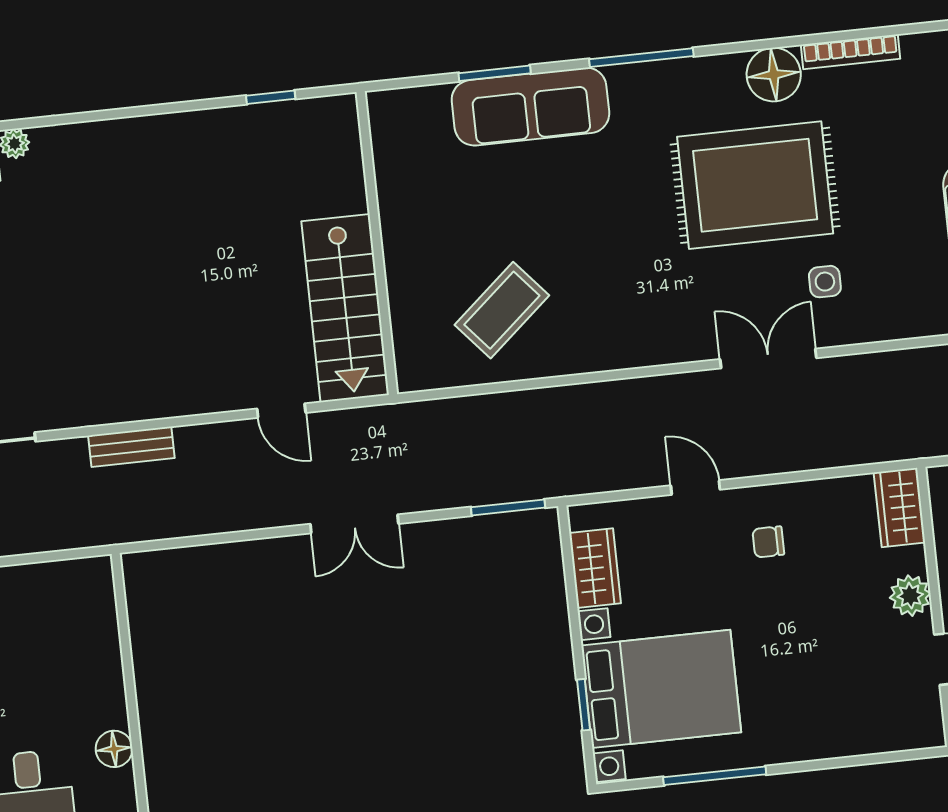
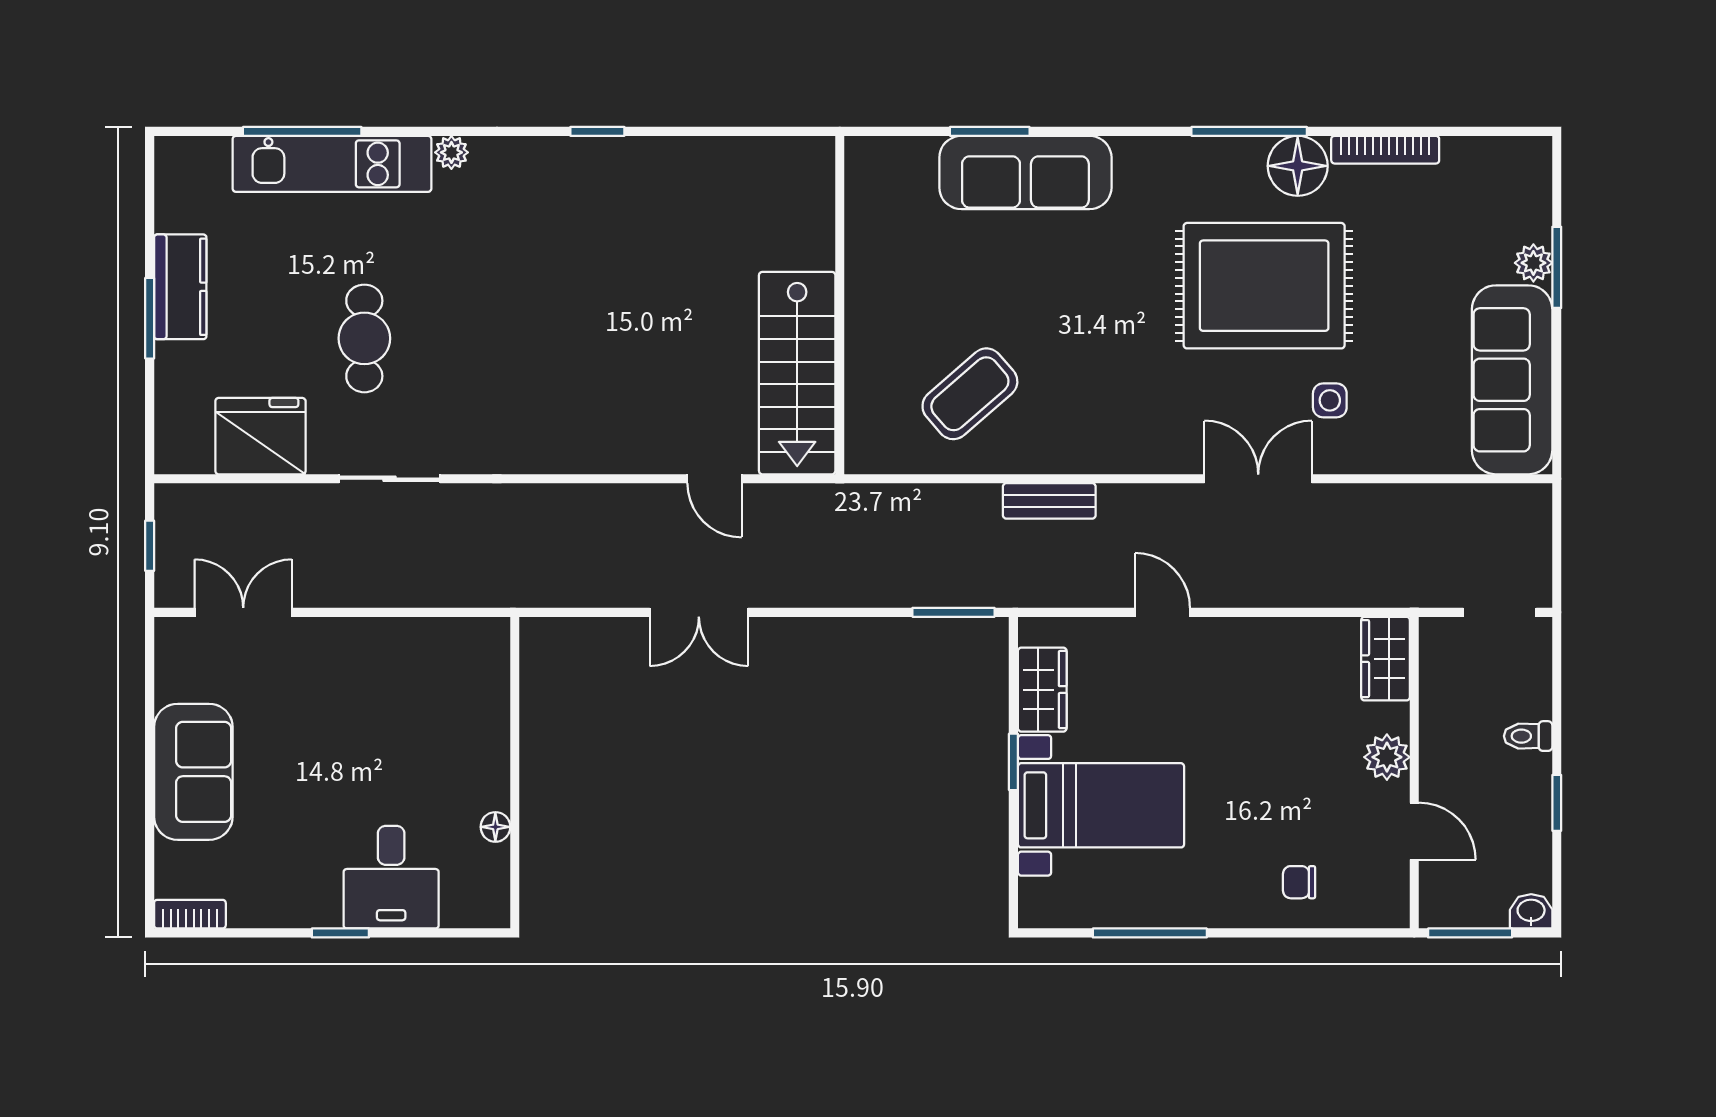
window: (641, 58) -> (1249, 131), moved
window: (271, 97) -> (597, 131), moved
bench: (131, 447) -> (1049, 501), moved
double door: (354, 524) -> (699, 612), moved
chair: (768, 542) -> (1299, 882), moved
bed with nightstands: (661, 689) -> (1101, 805), width x0.73
window: (584, 705) -> (1013, 762), moved
floor lamp: (114, 749) -> (495, 827), width x0.73, depth x0.73

